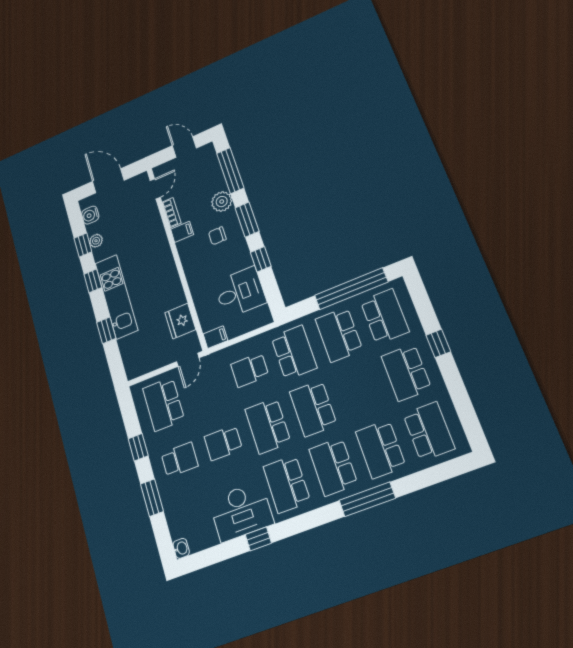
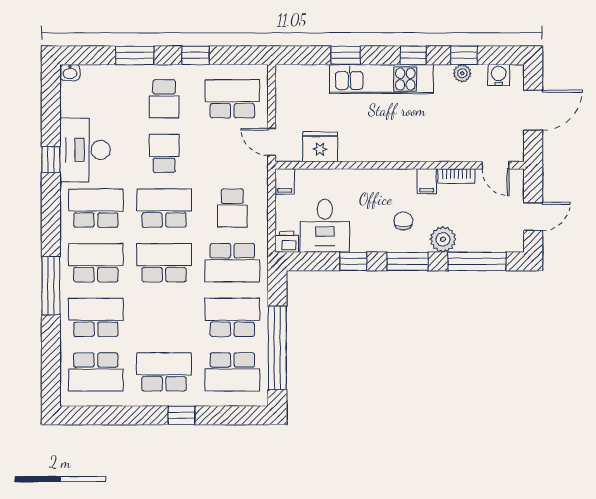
printer: (262, 316) -> (287, 242), added
school desk: (250, 370) -> (232, 208), turned 180

